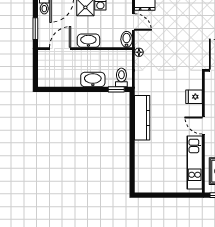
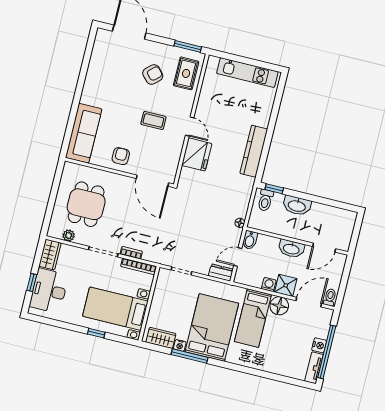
door: (133, 22) -> (238, 257), hinge flipped
window: (35, 29) -> (345, 276), removed
fridge: (194, 97) -> (197, 154), width x1.88, depth x1.34
kitchen unit: (195, 163) -> (247, 73), moved, turned 90

